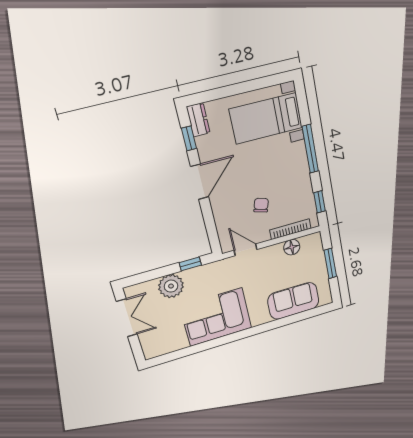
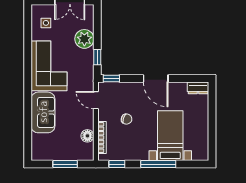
bed with nightstands: (266, 118) -> (170, 136), moved
window: (189, 138) -> (111, 79), moved
door: (245, 250) -> (96, 100), swing flipped
sofa: (293, 301) -> (43, 112), moved
side table: (163, 337) -> (46, 23), added

